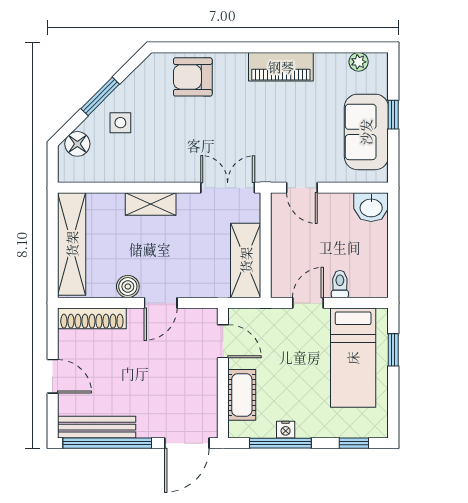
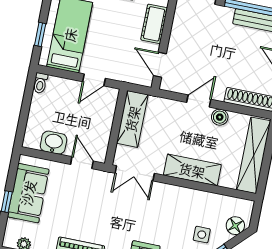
shelving: (151, 204) -> (192, 170), width x1.50, depth x1.33
washbasin: (371, 207) -> (54, 143), moved
toilet: (340, 284) -> (40, 83), moved

